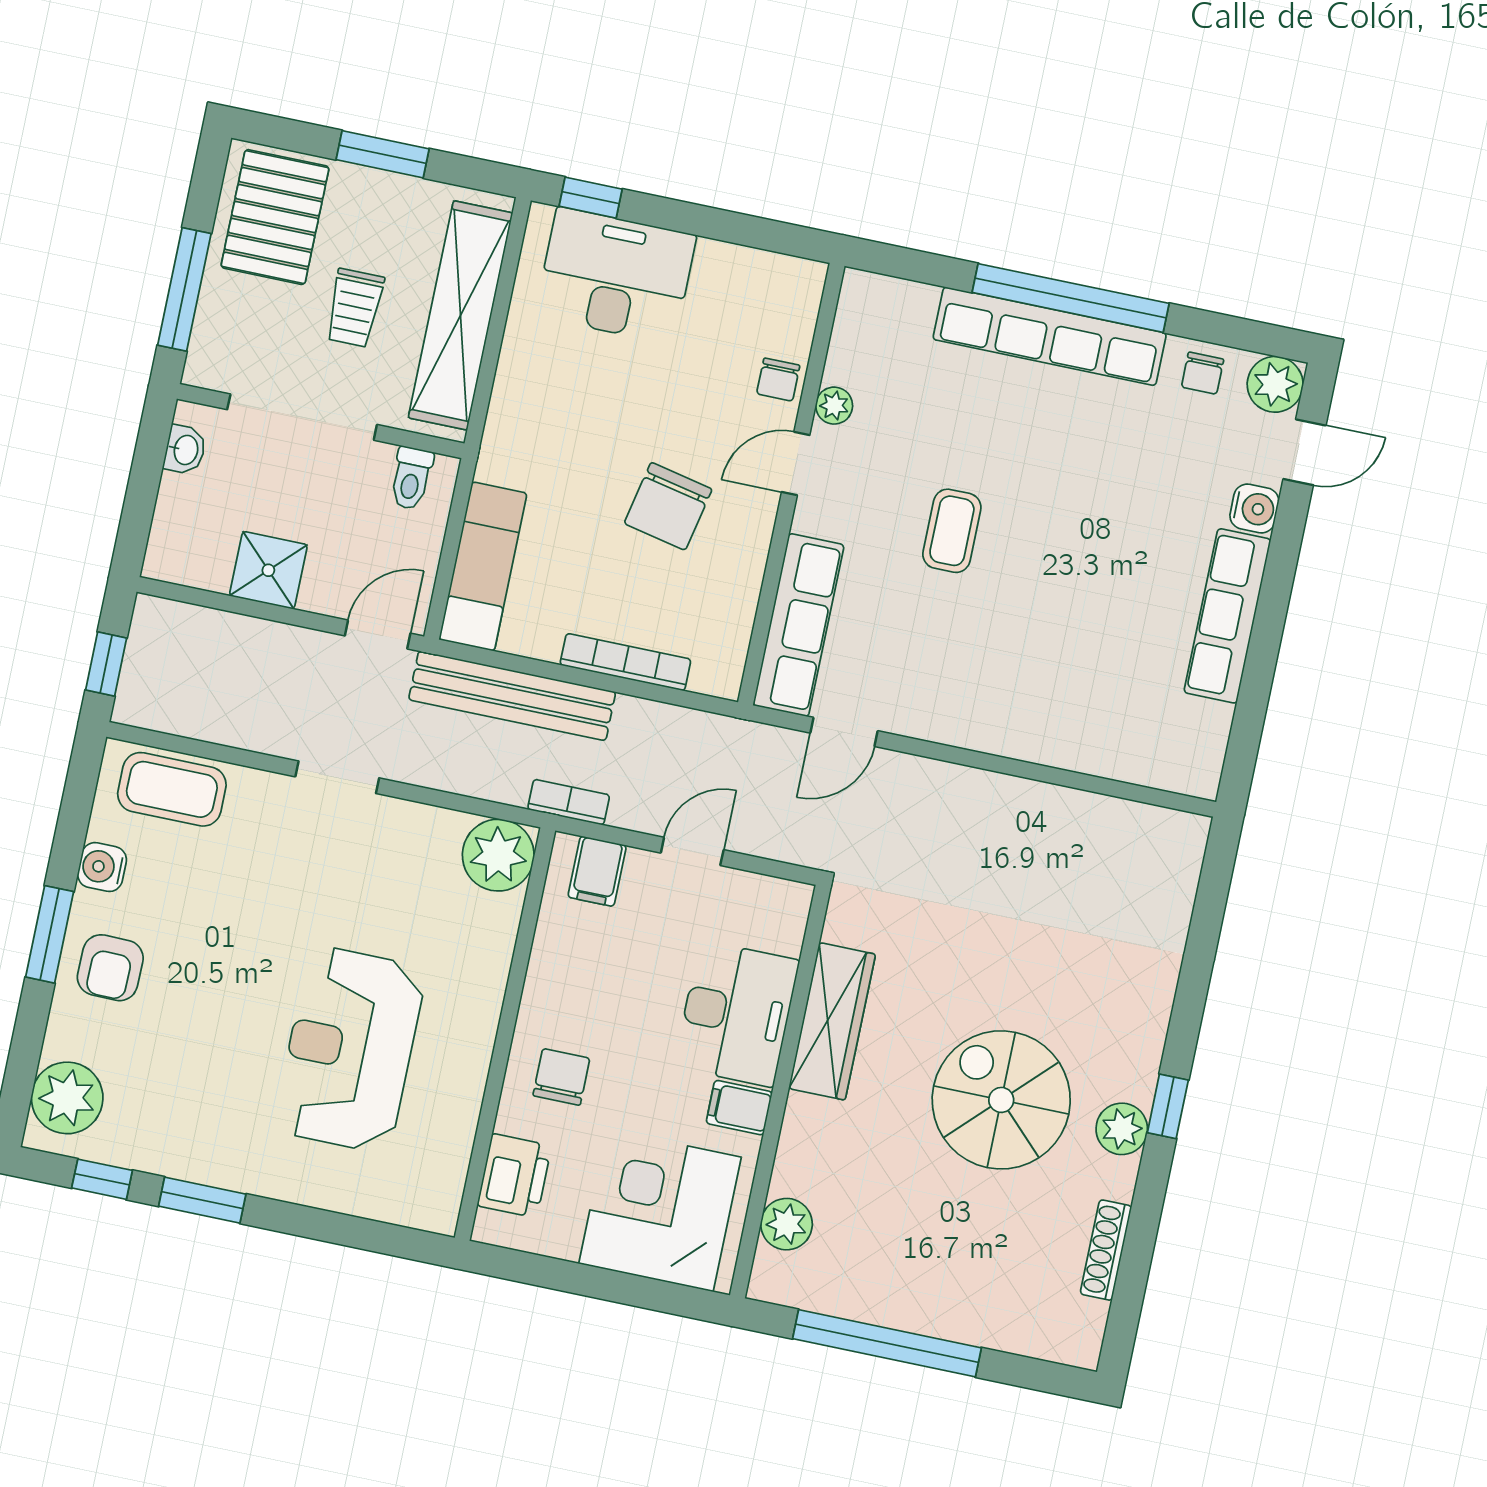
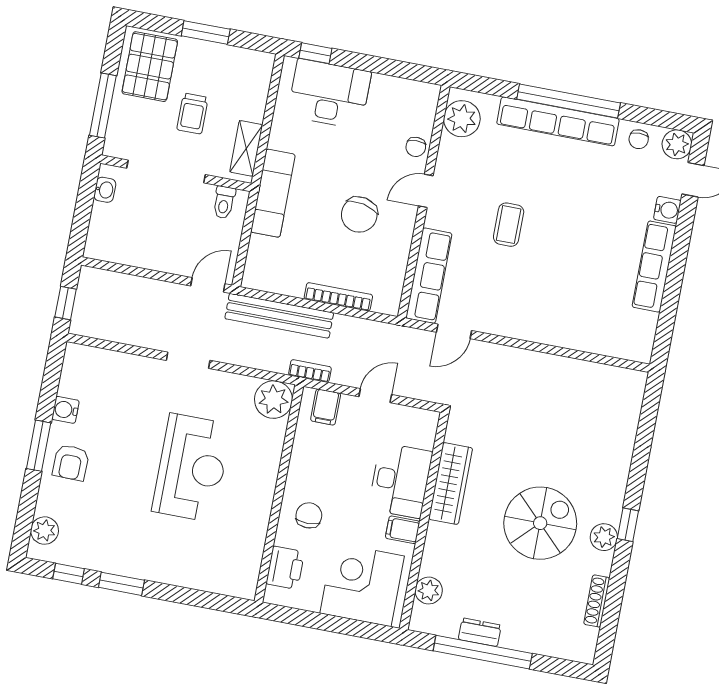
shelving: (460, 315) -> (246, 148), width x0.45, depth x0.75
plant: (834, 406) -> (462, 119), moved, width x1.88, depth x1.88
exam couch: (483, 566) -> (273, 193), moved
shower: (268, 570) -> (150, 252), removed
coffee table: (172, 789) -> (101, 368), removed
reception desk: (350, 1049) -> (192, 468), moved, turned 180
plant: (67, 1098) -> (45, 531), width x0.73, depth x0.73
spiral stairs: (1001, 1100) -> (540, 523), turned 90
dresser: (882, 1305) -> (480, 632), added

